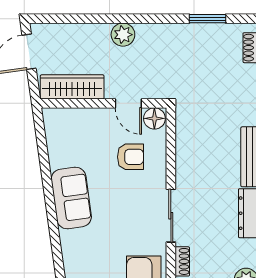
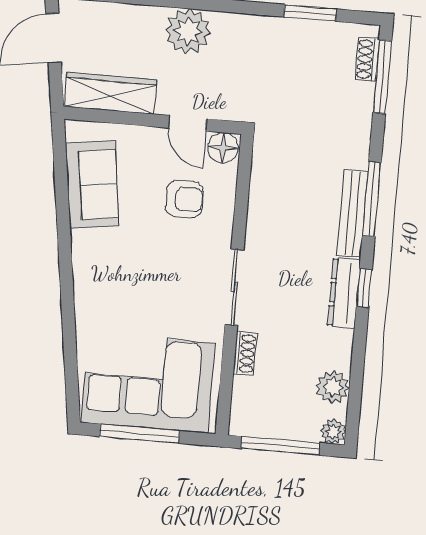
plant: (123, 35) -> (188, 31), width x1.36, depth x1.36
sofa: (71, 198) -> (92, 185), moved

